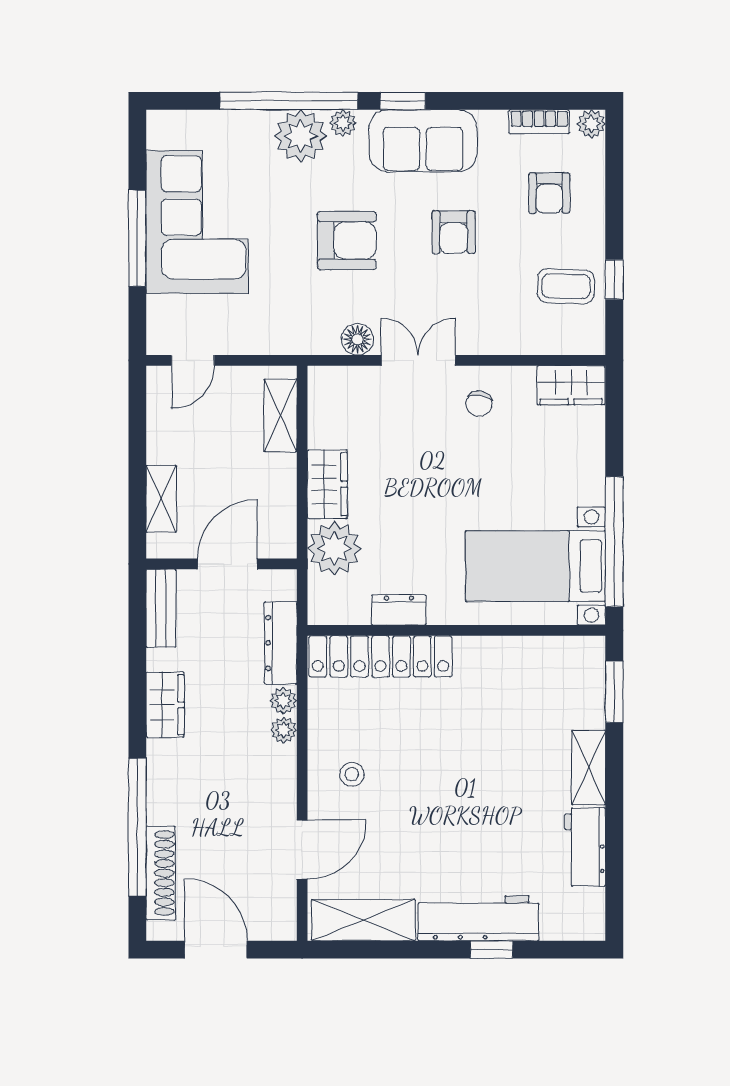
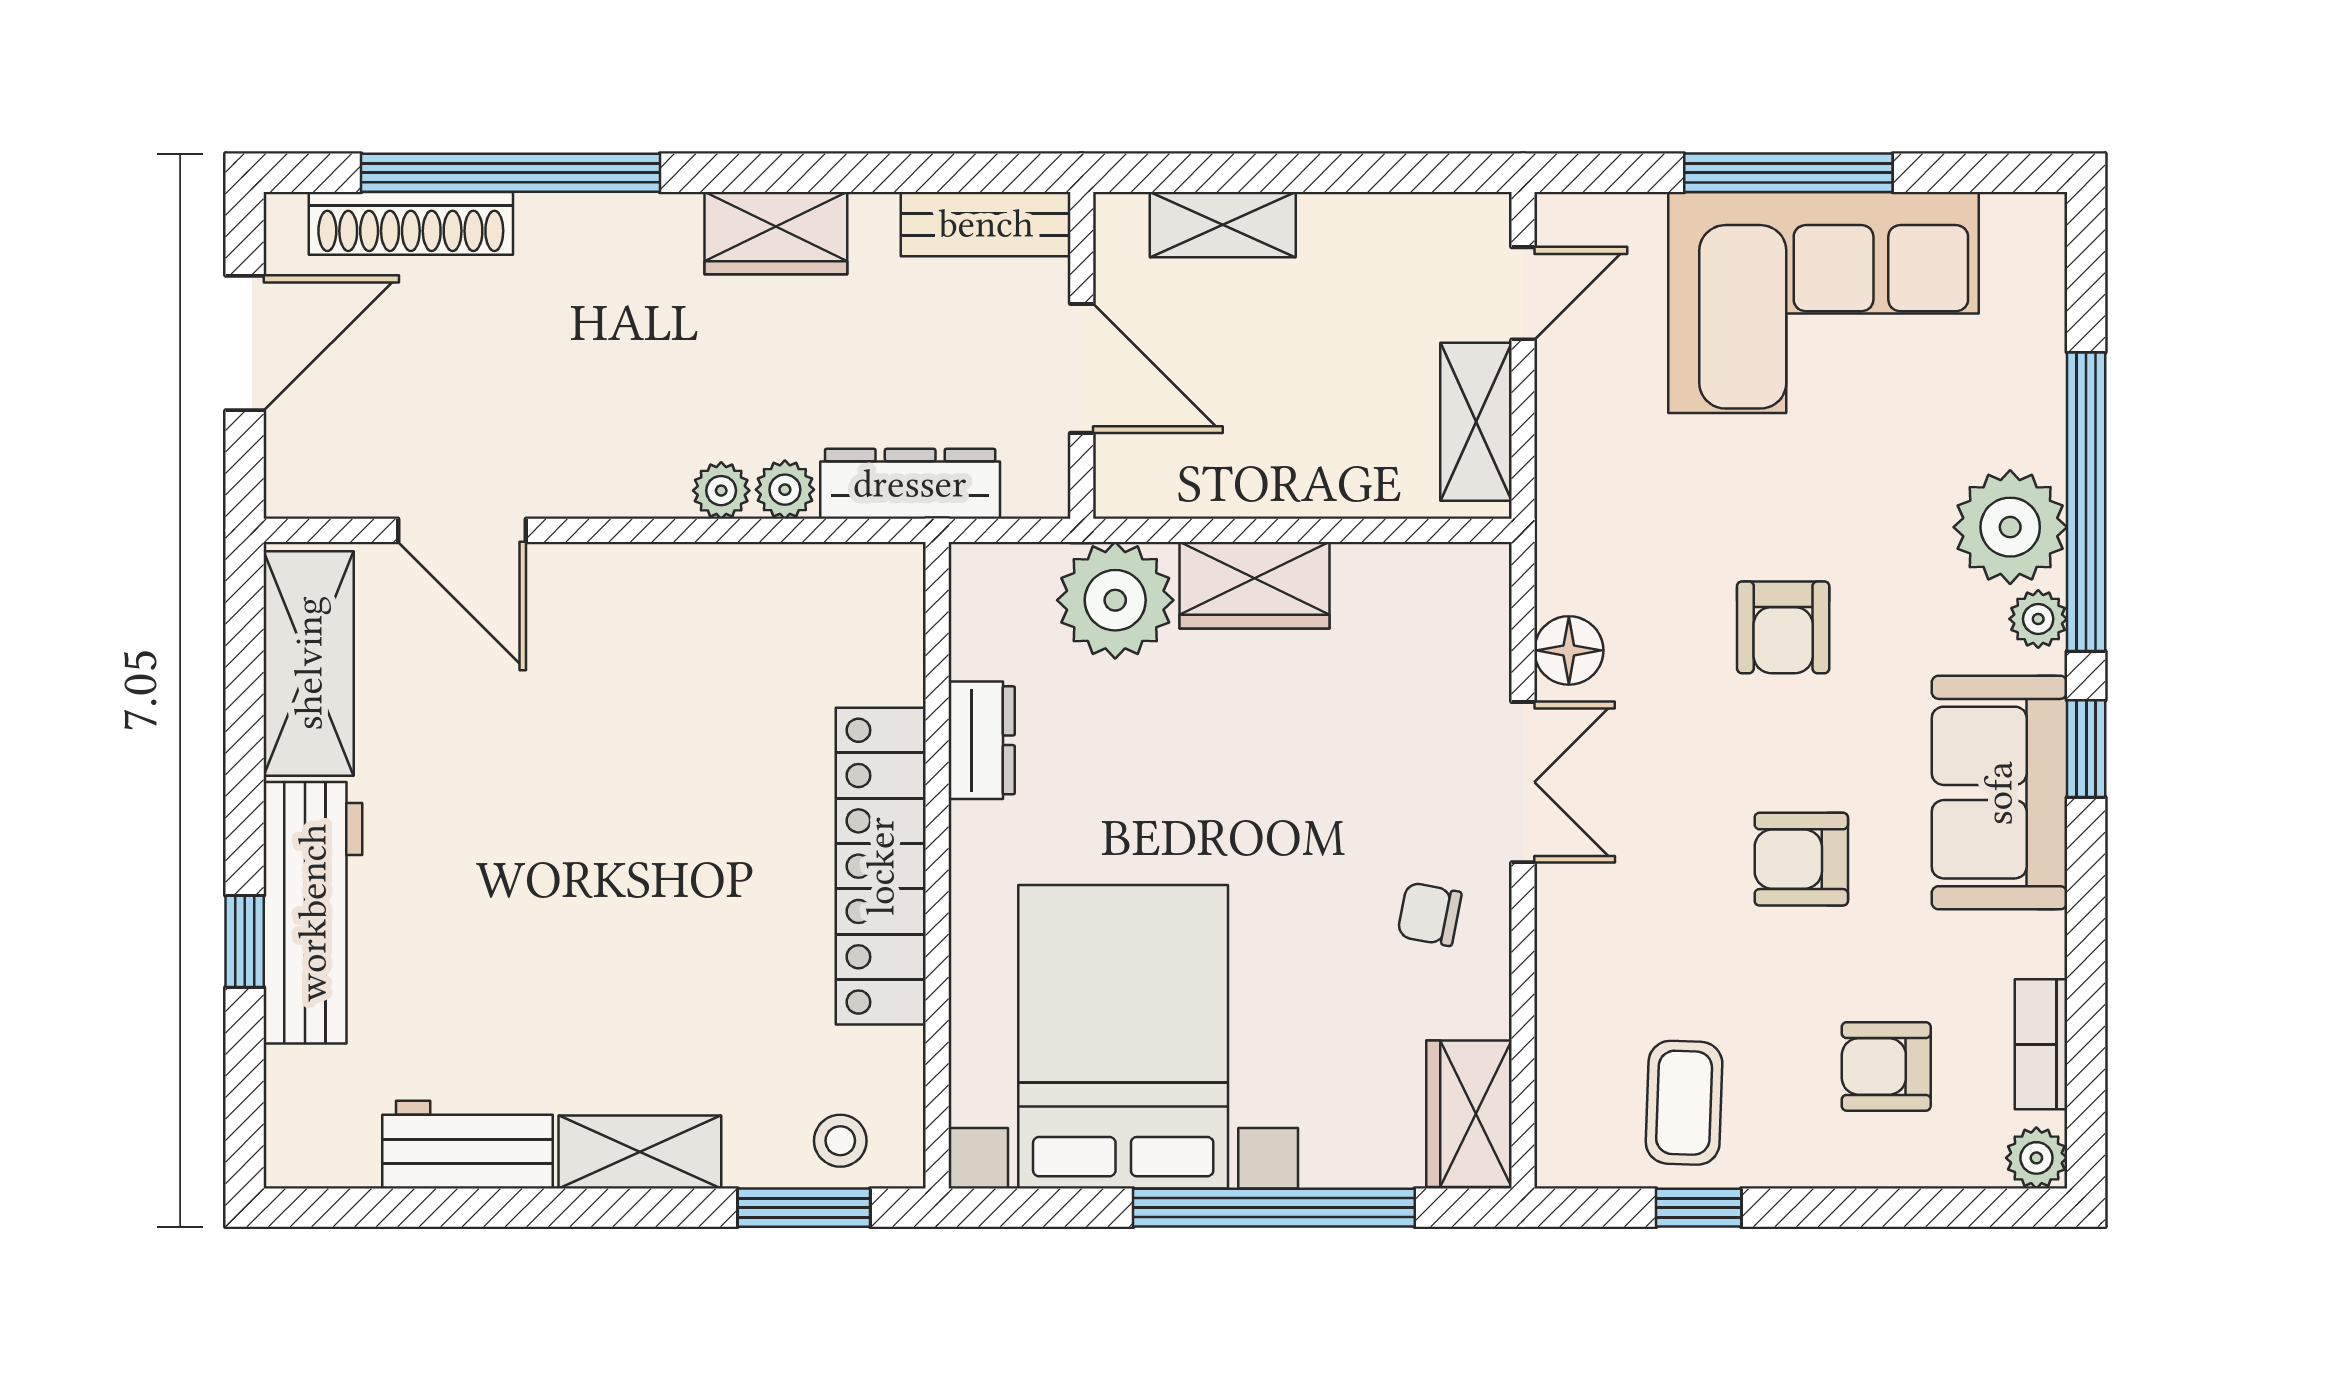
armchair: (347, 241) -> (1783, 627), width x0.72, depth x0.72
door: (193, 360) -> (1523, 293), swing flipped
shelving: (280, 415) -> (1476, 422), moved, turned 90
window: (614, 542) -> (1274, 1208), moved
bed with nightstands: (535, 566) -> (1123, 1037), width x1.36
locker: (380, 656) -> (881, 866), moved
stool: (352, 774) -> (840, 1141), moved

